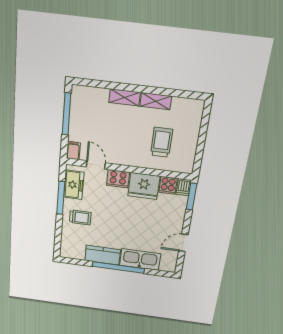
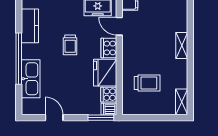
shelving: (156, 101) -> (182, 102), moved
door: (96, 165) -> (119, 26), swing flipped
trolley: (80, 217) -> (70, 45), moved
kitchen counter: (103, 255) -> (30, 26), moved

